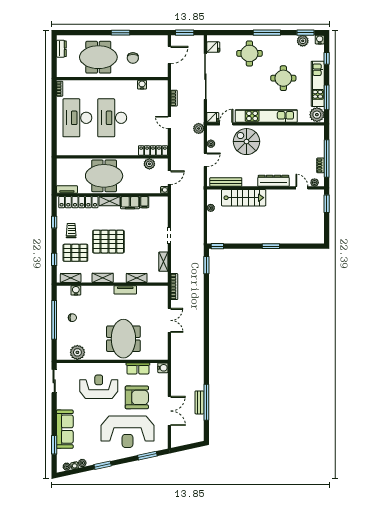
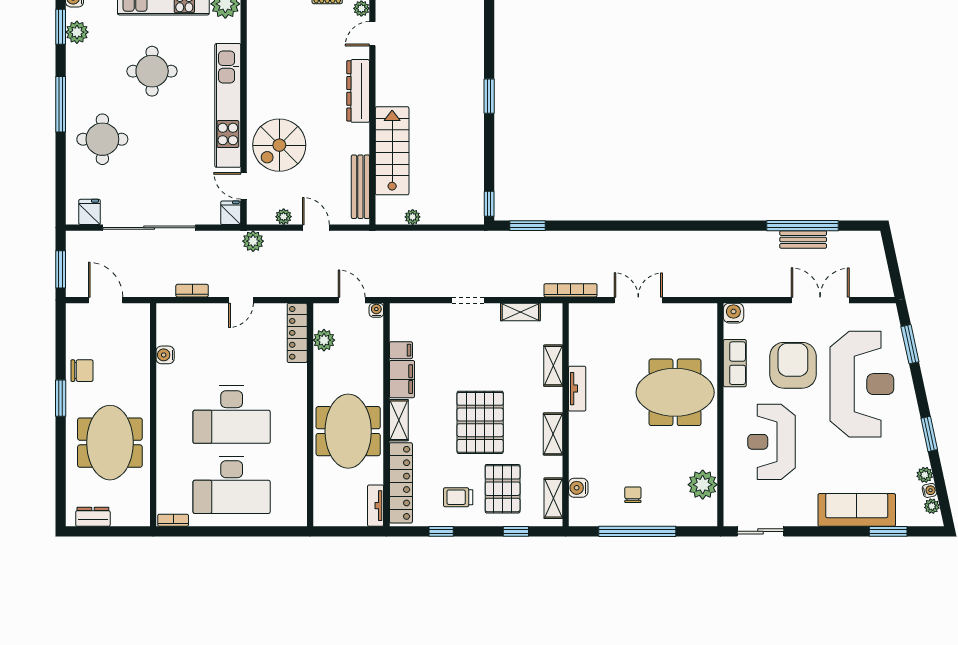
chair: (133, 58) -> (82, 371), moved

